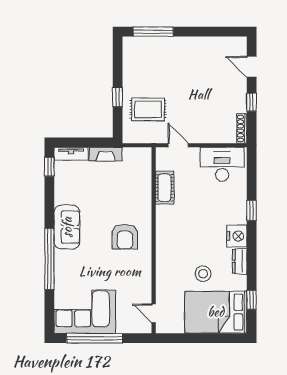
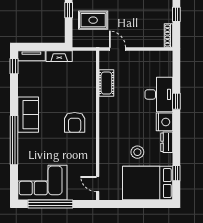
desk: (222, 164) -> (159, 94), moved, turned 90

